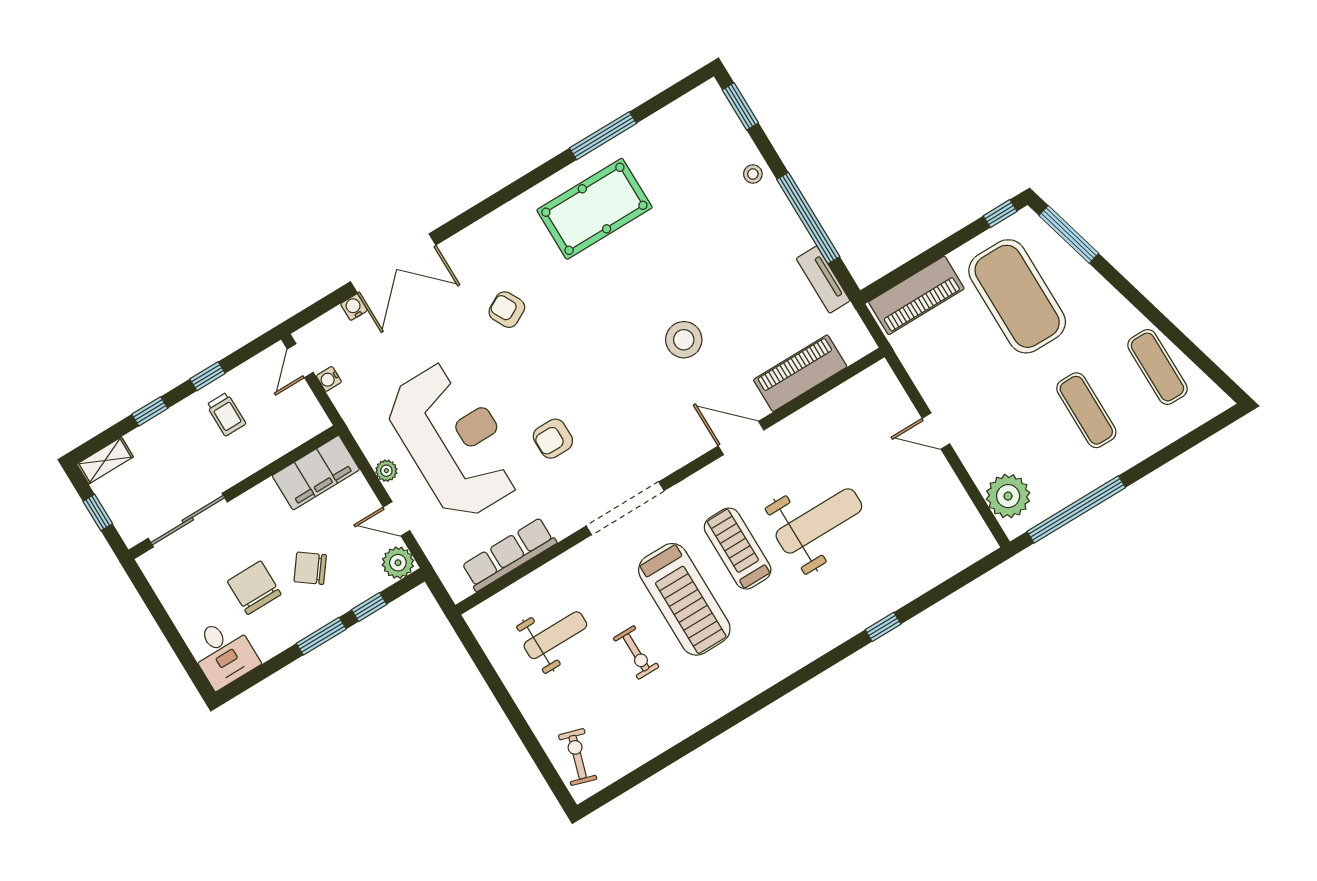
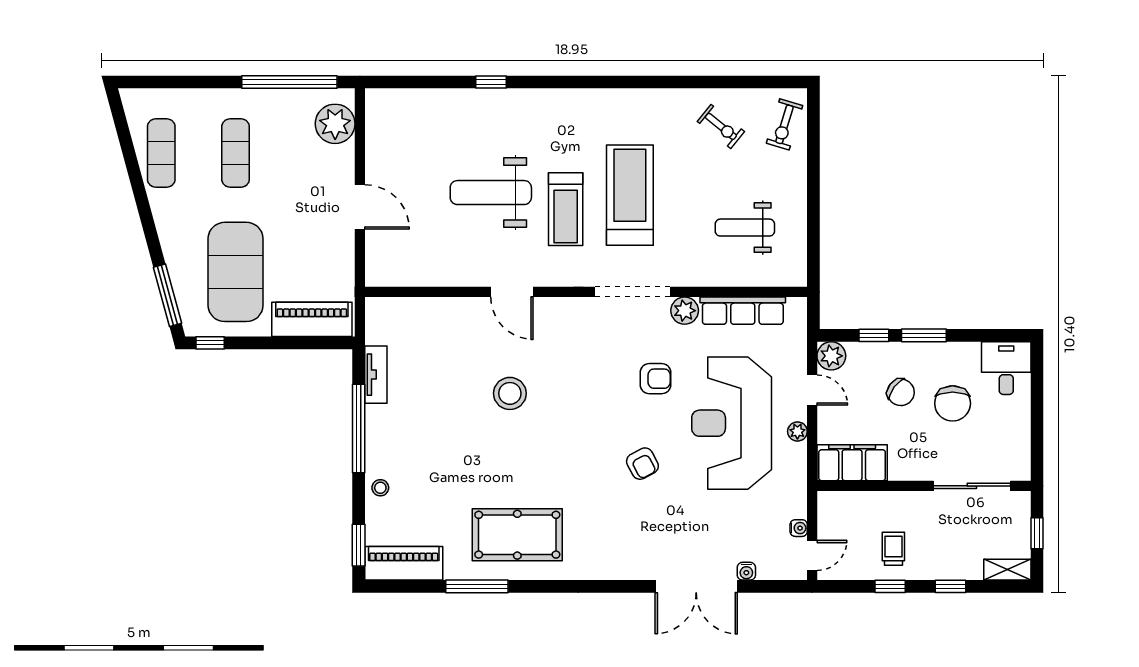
double door: (393, 263) -> (696, 586), swing flipped
armchair: (507, 310) -> (642, 464), moved
piano: (800, 373) -> (404, 563), moved, turned 180
door: (936, 431) -> (360, 207), width x1.37
plant: (565, 521) -> (685, 311), added
exercise bike: (636, 652) -> (721, 126), moved, turned 129

